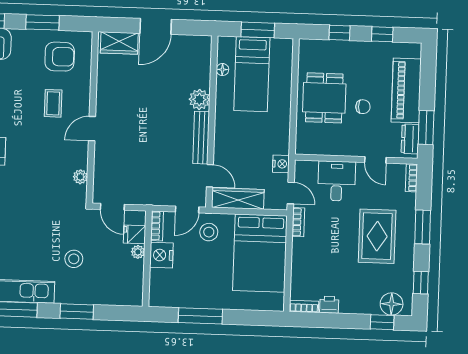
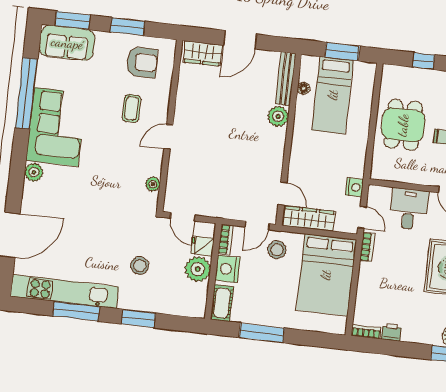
bench: (201, 138) -> (286, 79), moved
plant: (138, 252) -> (198, 269), width x1.87, depth x1.87
cot: (158, 289) -> (222, 303), added

